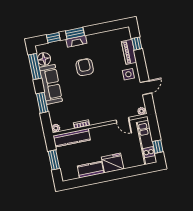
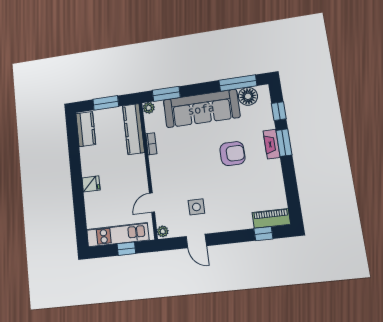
piano: (129, 52) -> (271, 218), moved
side table: (128, 74) -> (196, 207), moved
sofa: (51, 84) -> (201, 109), width x1.36, depth x1.27
window: (42, 103) -> (166, 94), moved
window: (158, 147) -> (126, 249), moved
fridge: (113, 163) -> (91, 184), width x0.53, depth x0.75
kitchen counter: (91, 170) -> (86, 129), moved

